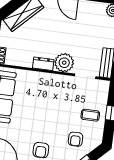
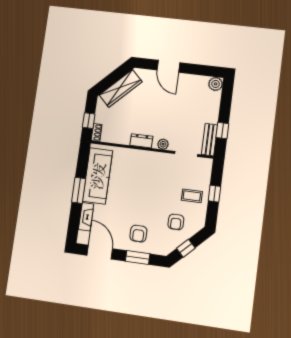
plant: (64, 63) -> (163, 144), width x0.53, depth x0.53

